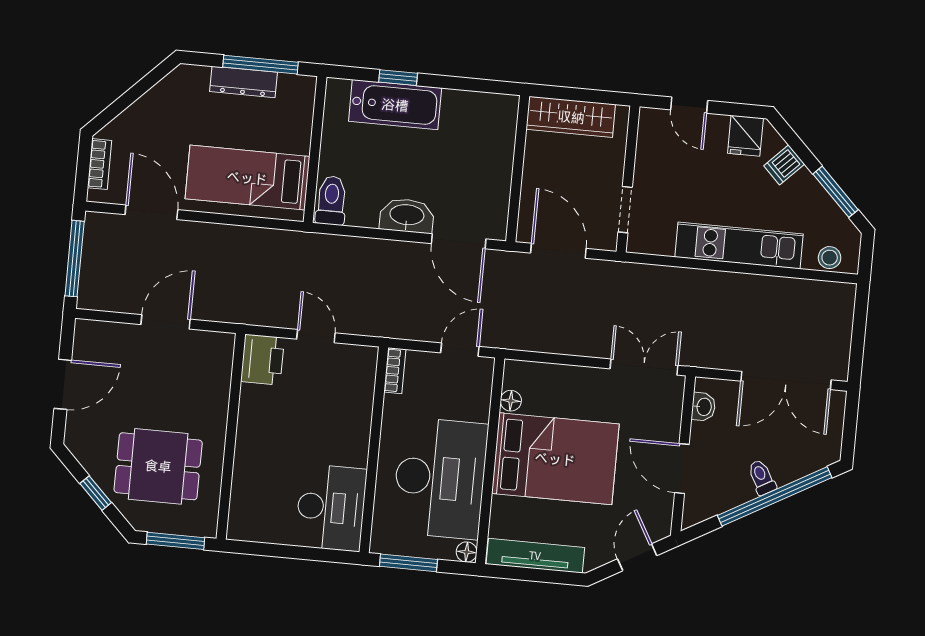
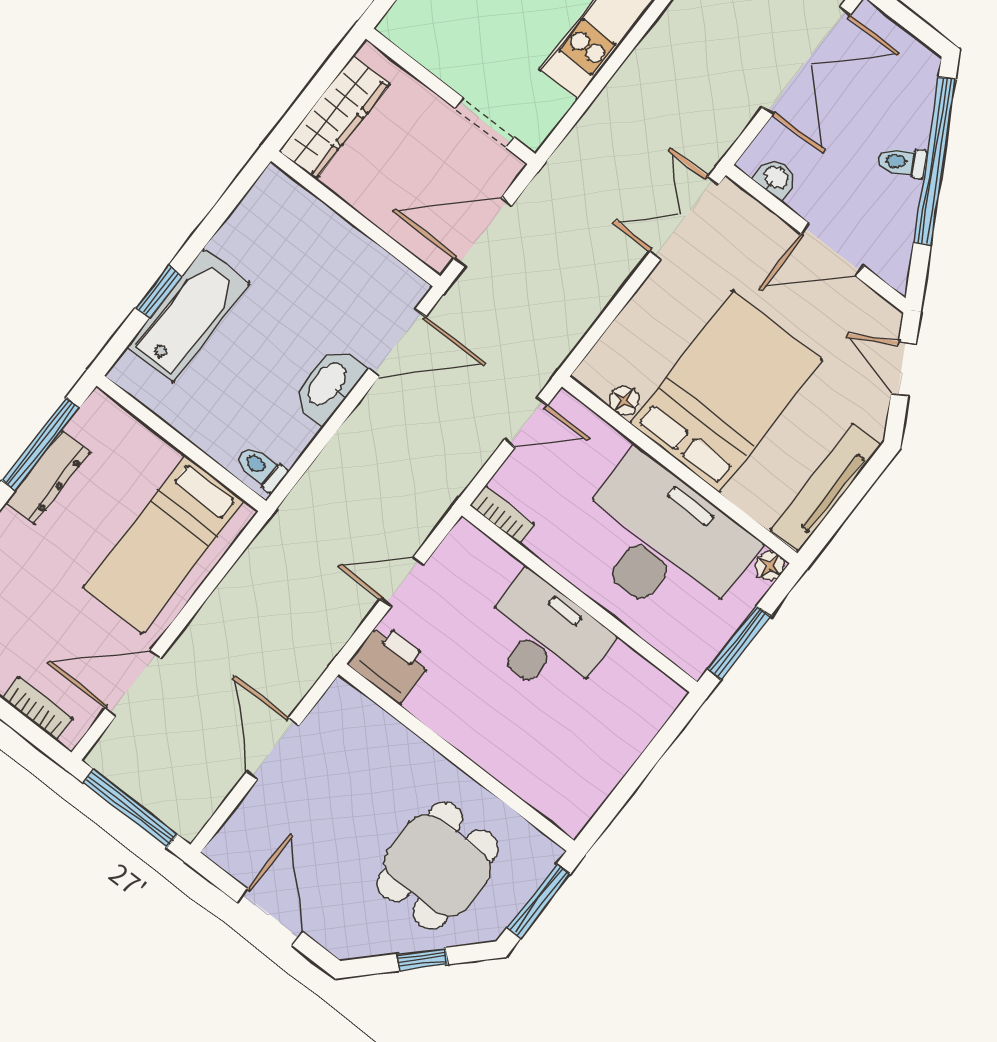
toilet: (331, 200) -> (261, 468), width x0.73, depth x0.72
door: (460, 350) -> (526, 422), swing flipped
desk: (331, 508) -> (544, 637), moved

